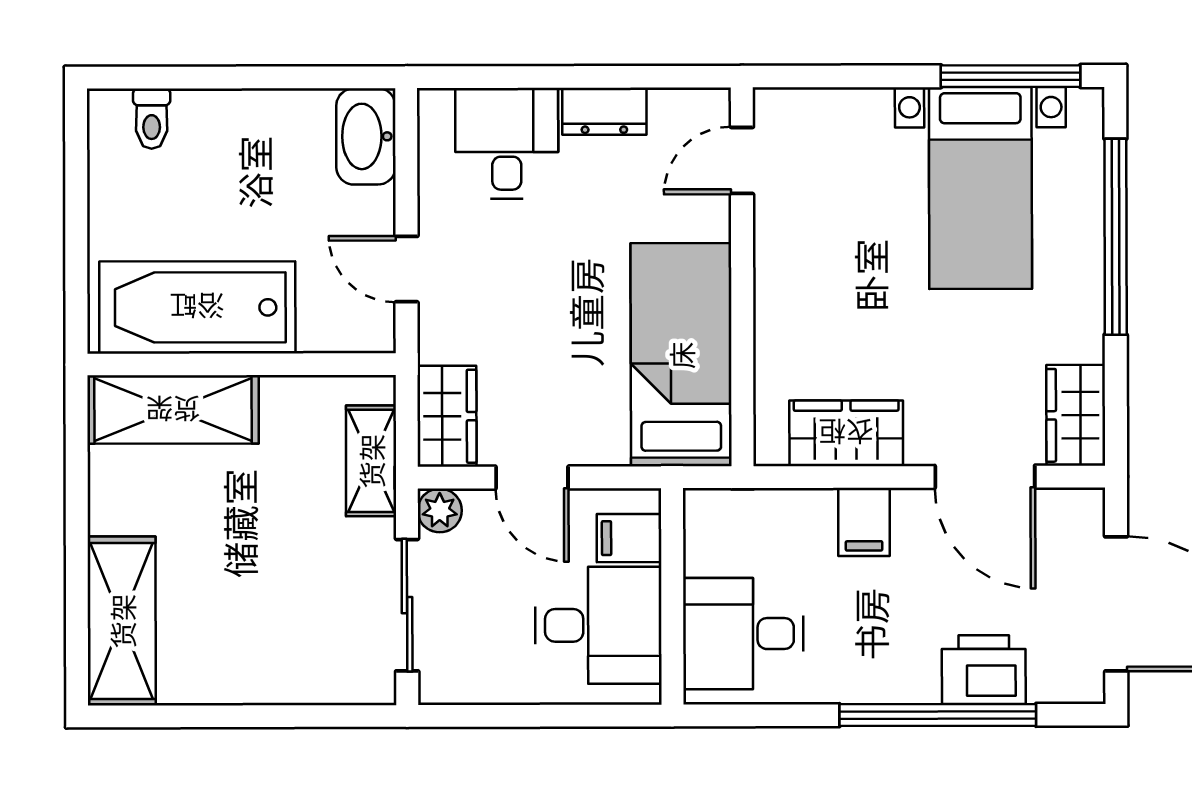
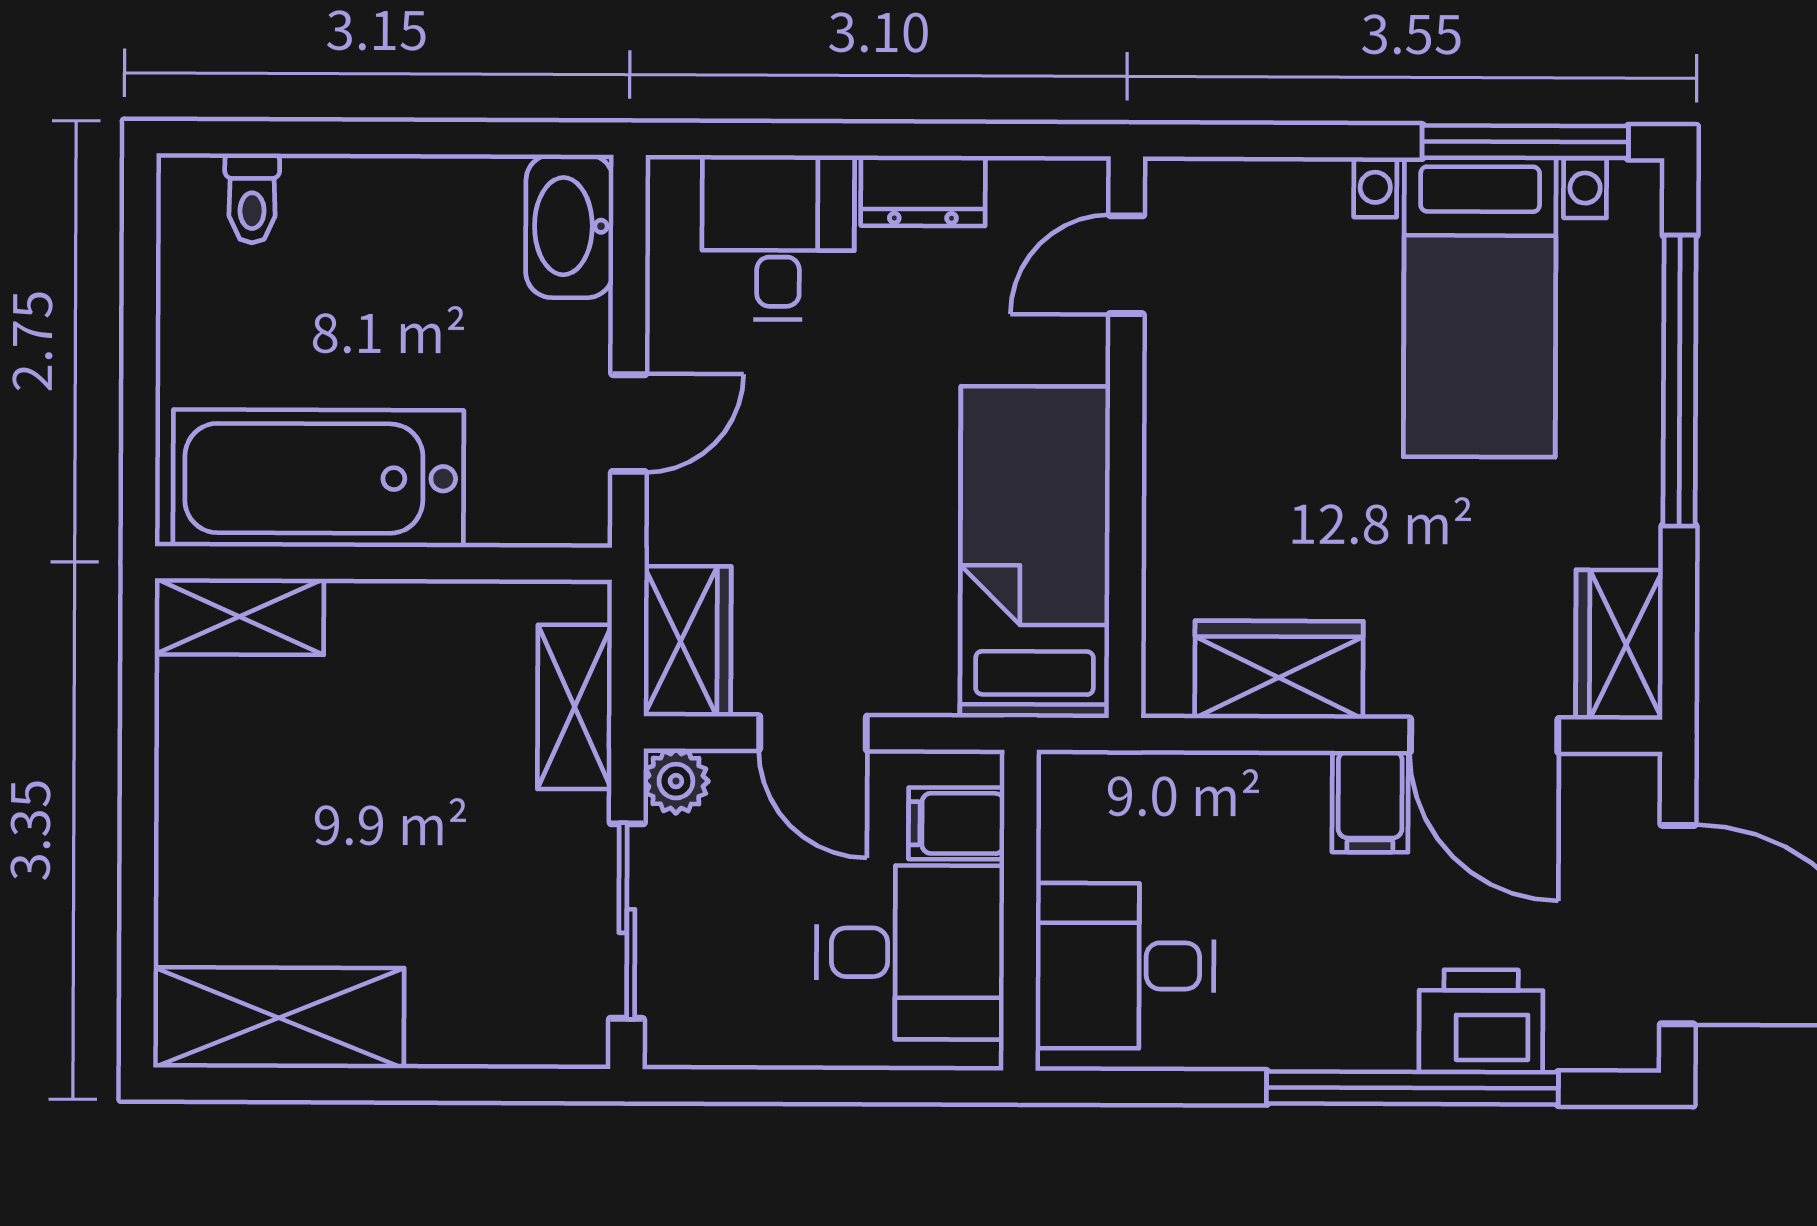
door: (406, 269) -> (629, 423), swing flipped
shelving: (173, 410) -> (239, 617), width x0.67, depth x0.75
filing cabinet: (864, 522) -> (1370, 802), moved
shelving: (122, 621) -> (279, 1018), moved, turned 90

